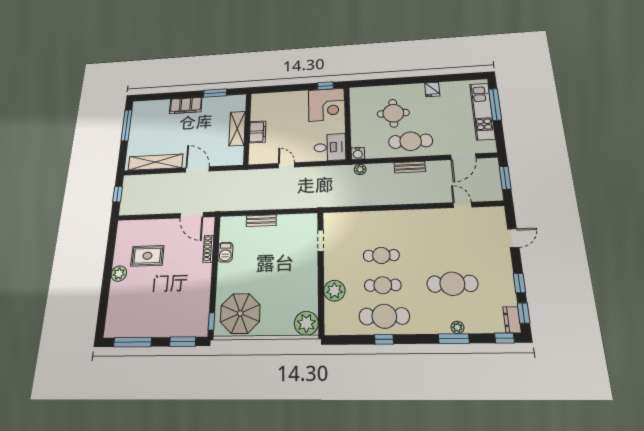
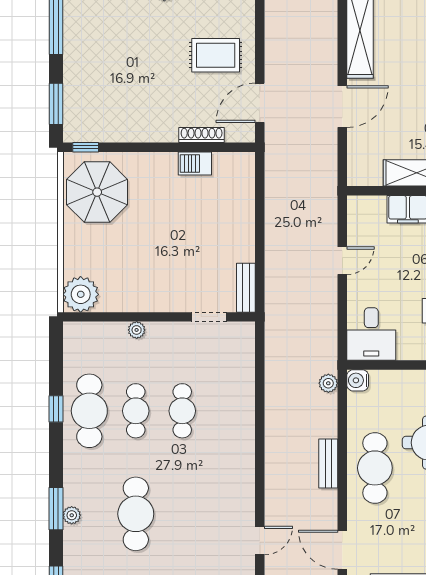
bench: (261, 221) -> (246, 288), moved
rug: (147, 256) -> (216, 55), moved, turned 90
plant: (334, 291) -> (137, 330), width x0.53, depth x0.53

